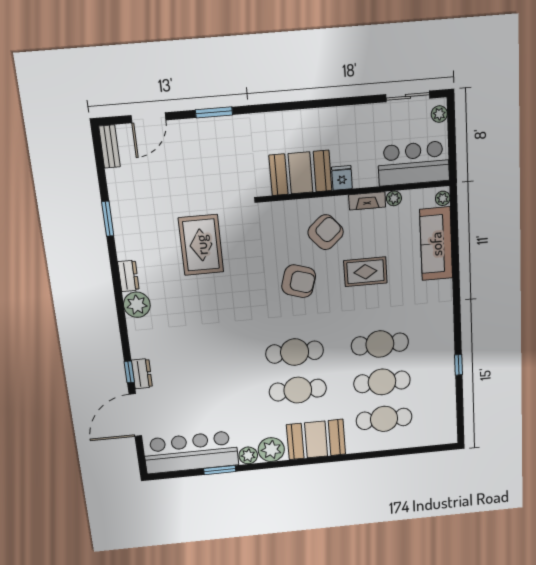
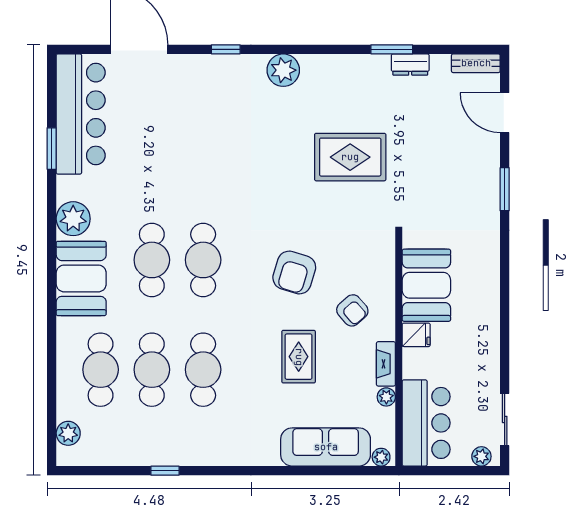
armchair: (326, 232) -> (352, 310), width x0.72, depth x0.72
dresser: (128, 276) -> (410, 65), moved
window: (129, 372) -> (226, 49), moved
dresser: (142, 374) -> (194, 65), removed
plant: (248, 455) -> (68, 433), moved

